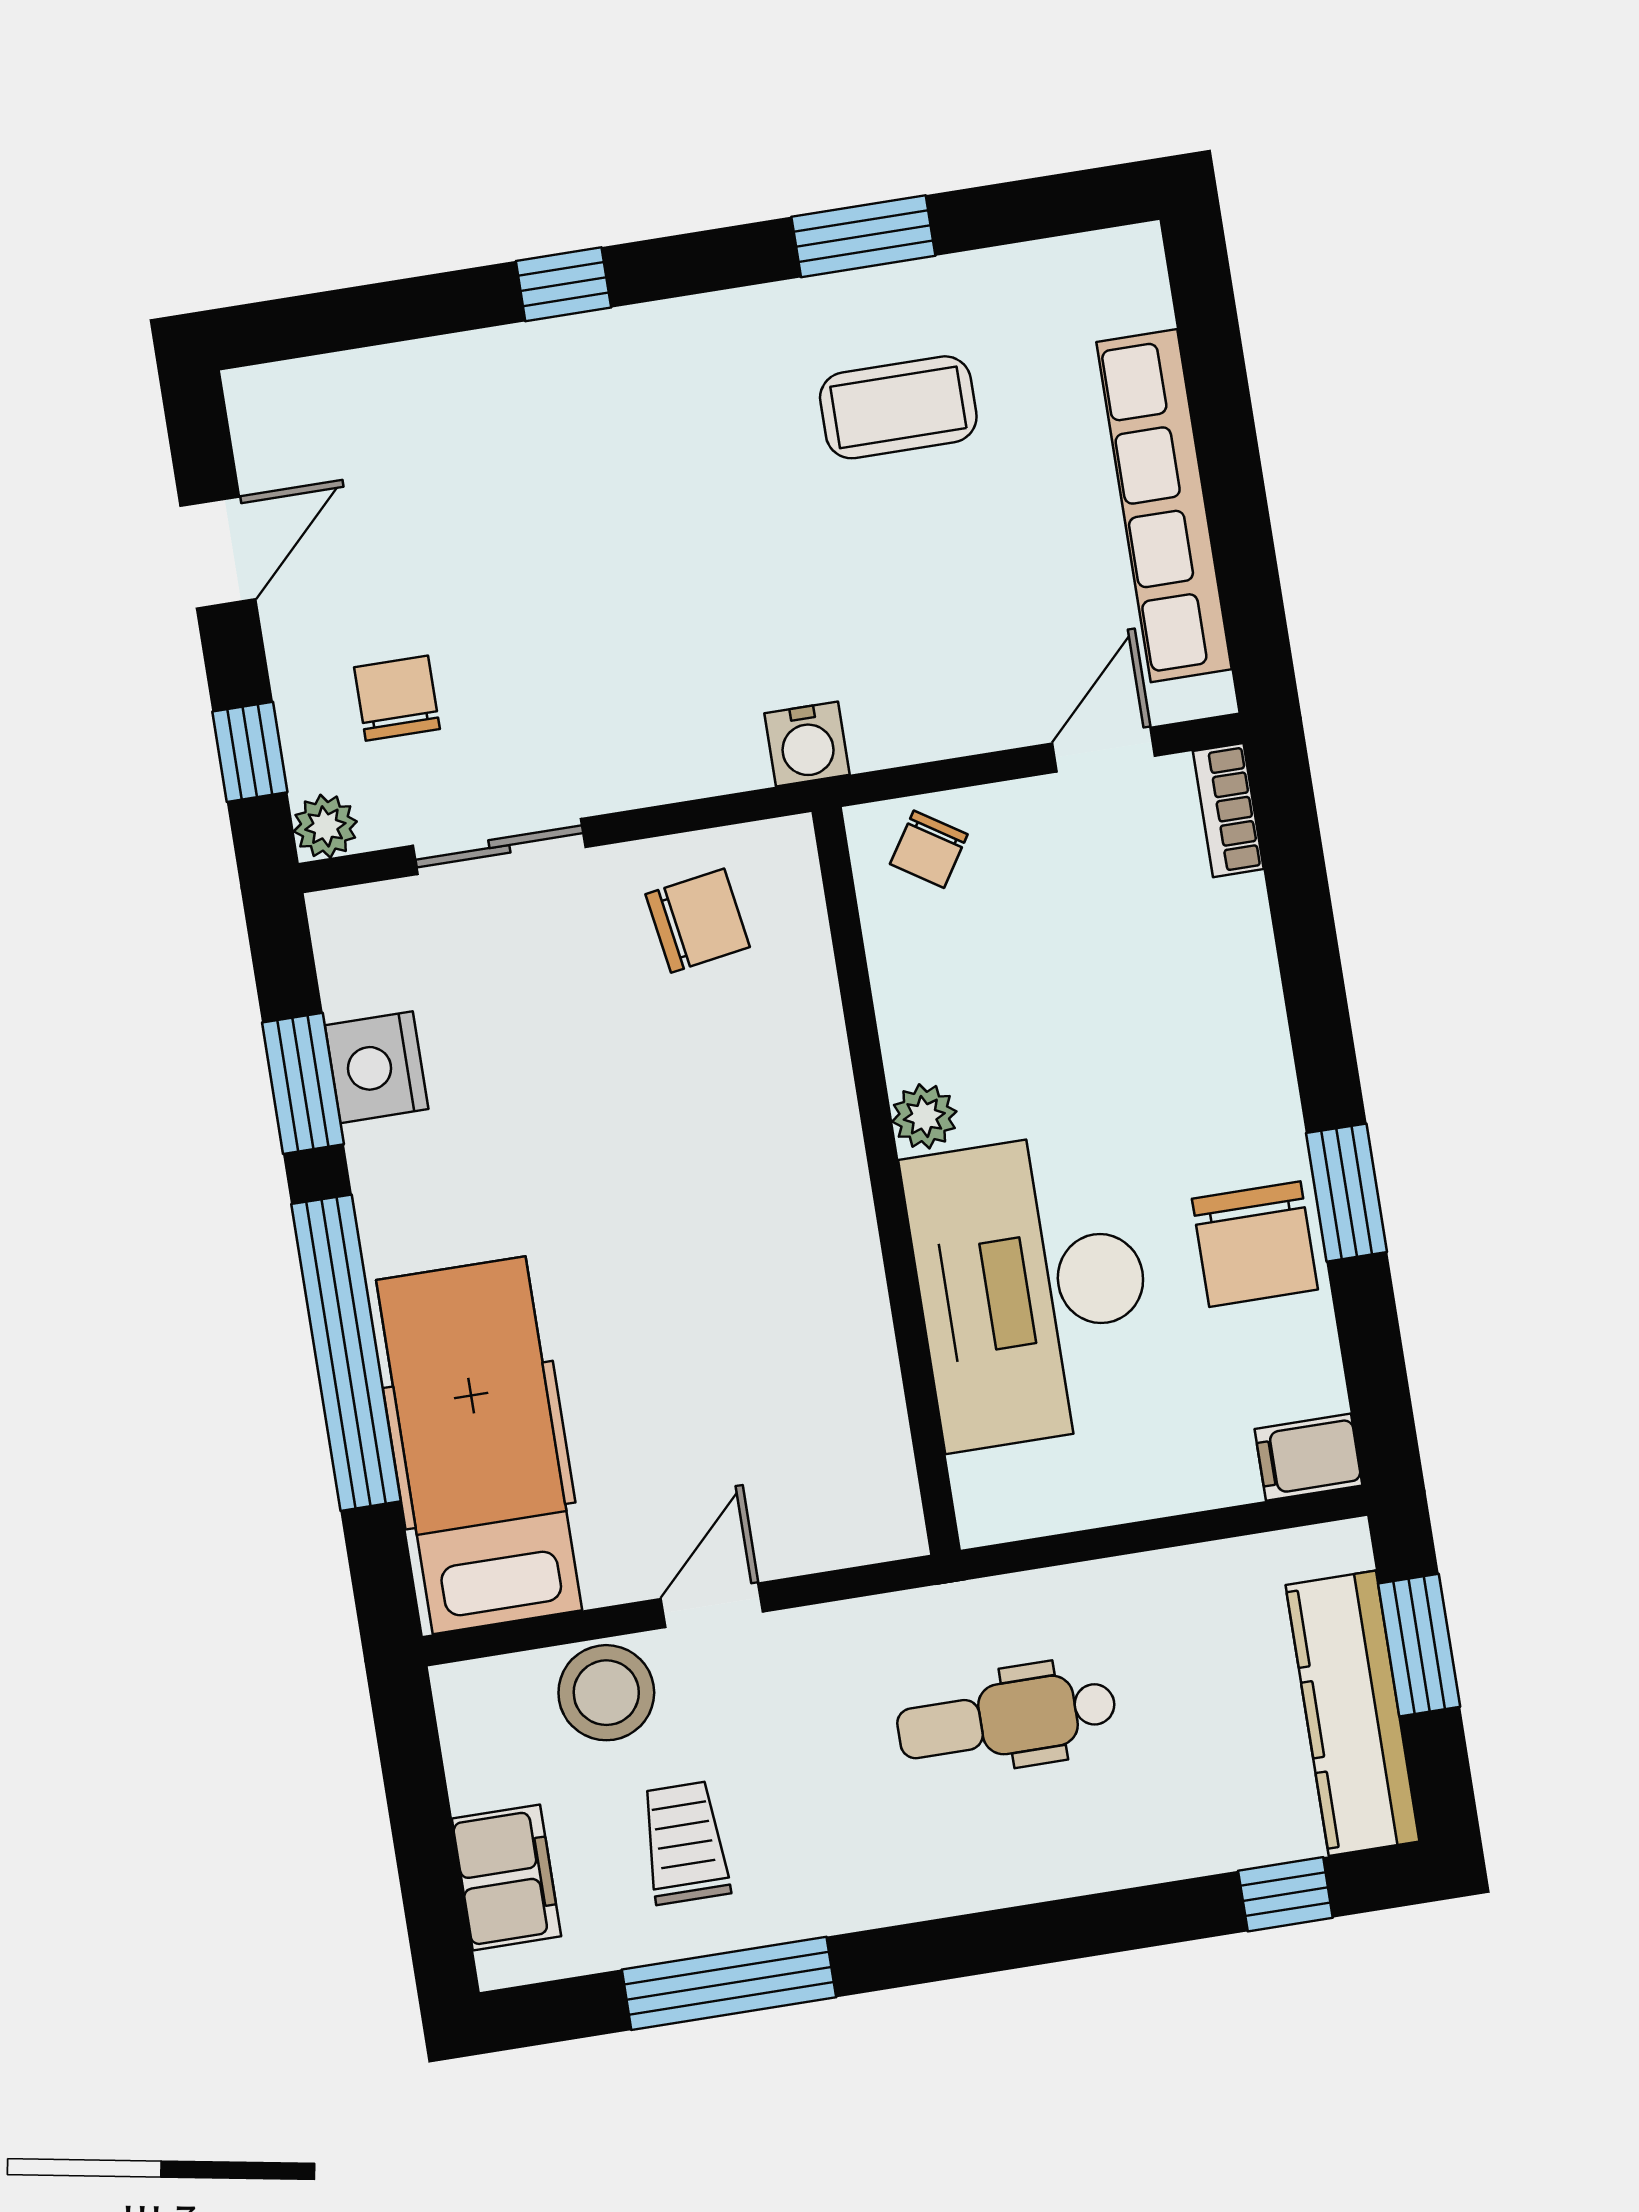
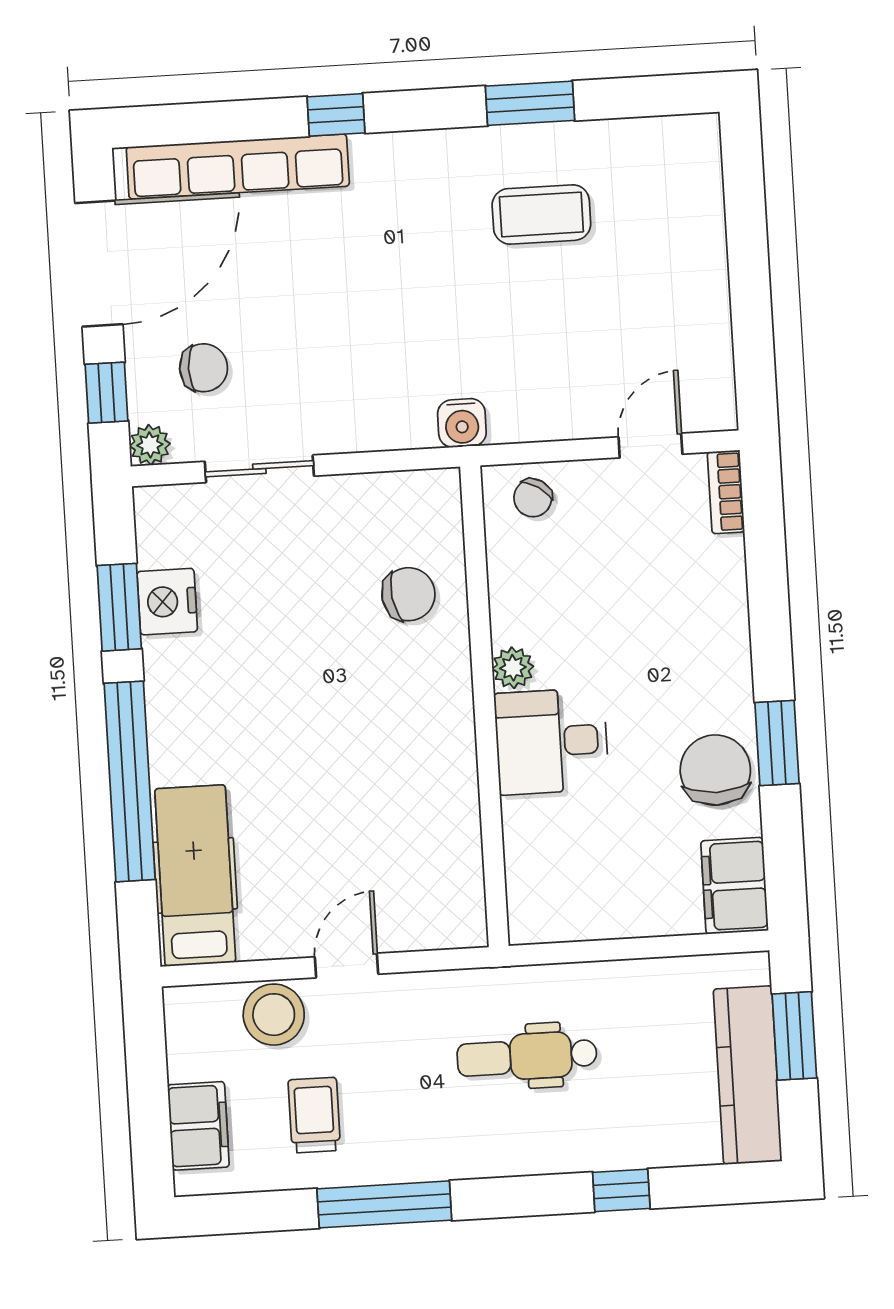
row of seats: (1164, 506) -> (238, 167), moved, turned -90
door: (218, 552) -> (99, 264), width x1.88
chair: (397, 698) -> (204, 368), turned 90
chair: (698, 921) -> (408, 594), moved
chair: (1255, 1244) -> (715, 770), turned 180
desk: (1032, 1289) -> (551, 741), width x0.53, depth x0.77
hospital bed: (479, 1445) -> (195, 876), width x0.73, depth x0.78
filing cabinet: (1308, 1457) -> (735, 886), width x2.00
window: (1285, 1894) -> (621, 1190), moved
window: (729, 1983) -> (384, 1204), moved

